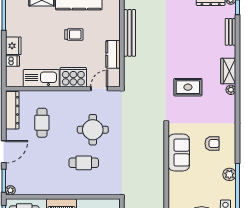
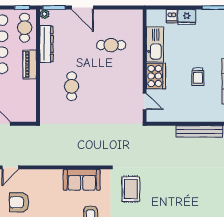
kitchen counter: (113, 54) -> (178, 115), removed
rug: (188, 87) -> (131, 189), moved
dresser: (12, 110) -> (46, 44), moved, turned -90
round table: (93, 130) -> (104, 95), removed

